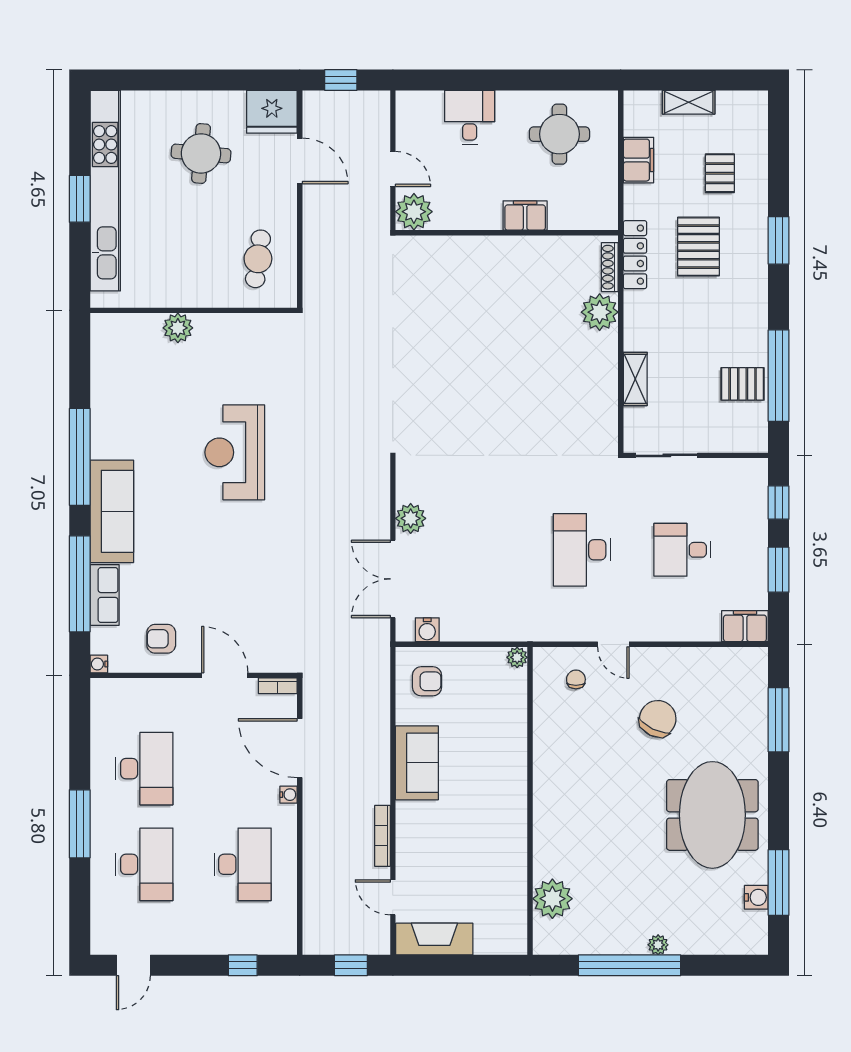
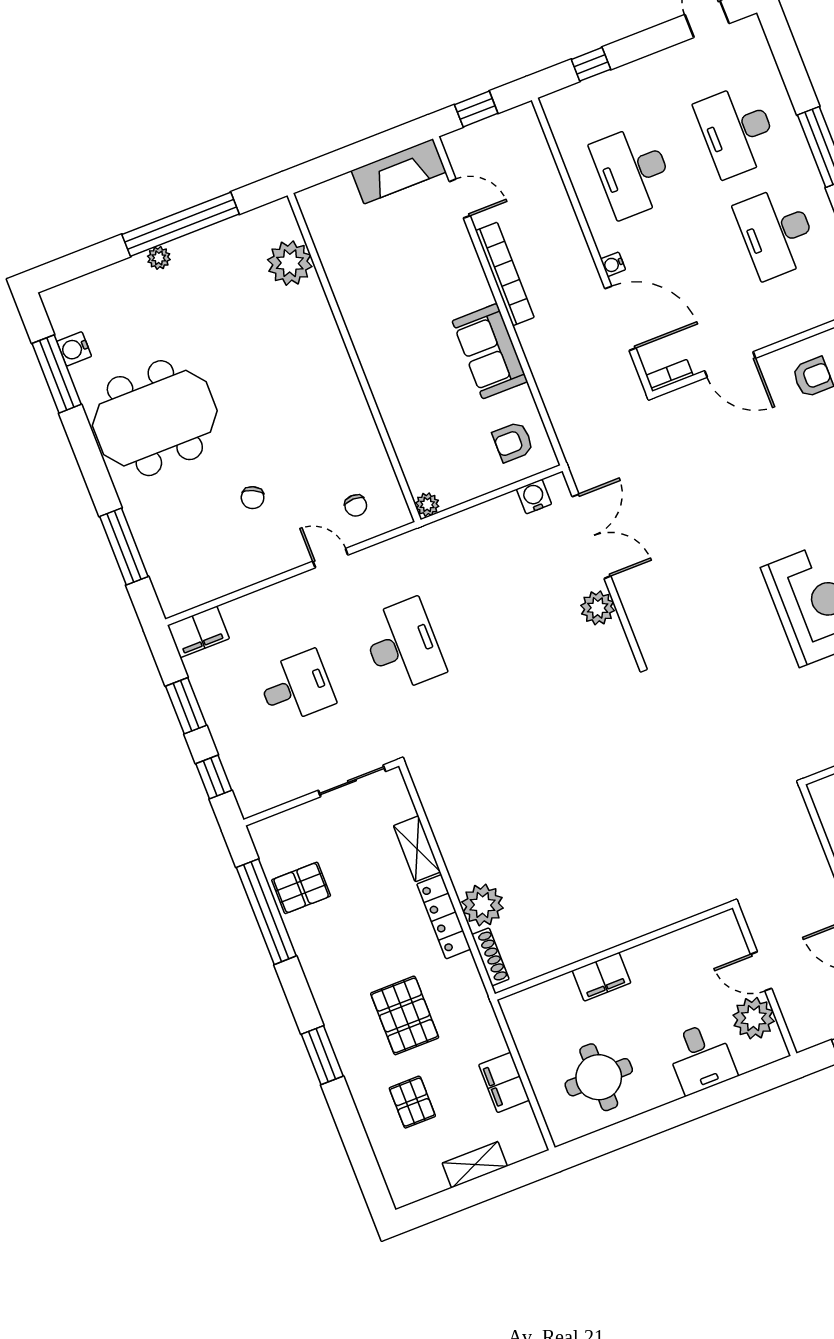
plant: (414, 212) -> (754, 1018), moved
locker: (635, 255) -> (444, 917), moved
chair: (658, 719) -> (253, 498), width x0.54, depth x0.54
meeting table: (712, 815) -> (155, 418), turned 90
bookcase: (383, 836) -> (505, 274), width x1.48, depth x1.31

